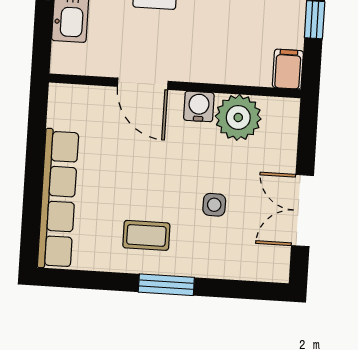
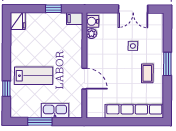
door: (143, 84) -> (84, 79), hinge flipped
water cooler: (199, 106) -> (92, 21), moved
plant: (238, 117) -> (91, 34), width x0.53, depth x0.53

